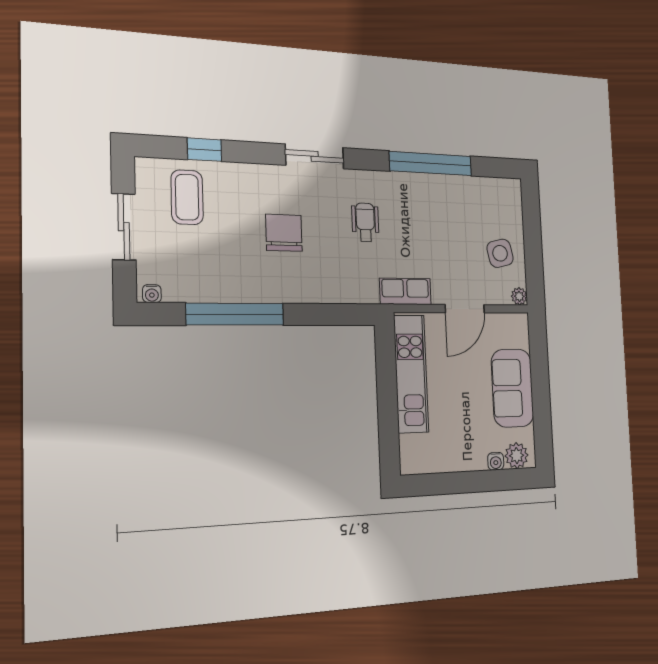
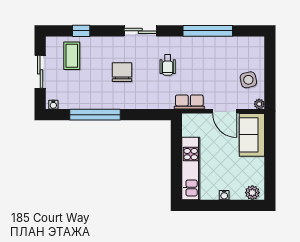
wheelchair: (365, 222) -> (168, 65), turned 180
door: (465, 309) -> (225, 111), hinge flipped
kitchen unit: (411, 374) -> (191, 169), moved
sofa: (512, 388) -> (252, 135), moved
water cooler: (496, 461) -> (224, 195), moved

